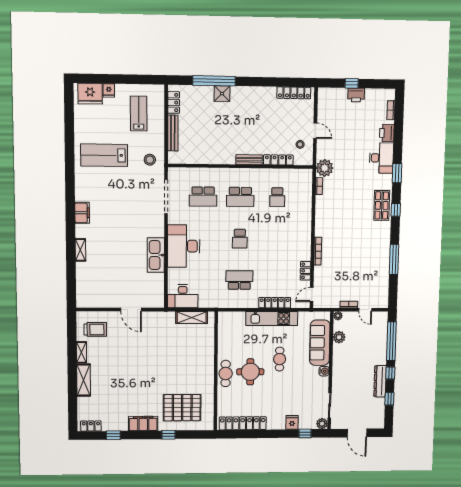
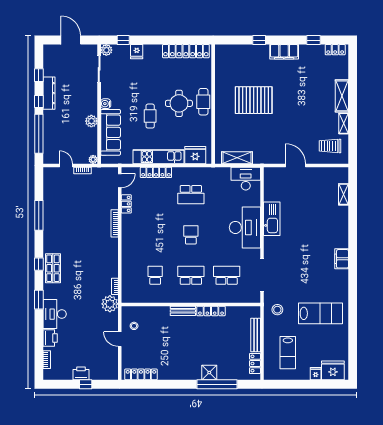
locker: (278, 160) -> (211, 311), moved
shelving: (80, 250) -> (343, 194), moved
fridge: (234, 320) -> (195, 155), added
plant: (339, 337) -> (91, 121), moved
pallet: (182, 408) -> (254, 100), moved

